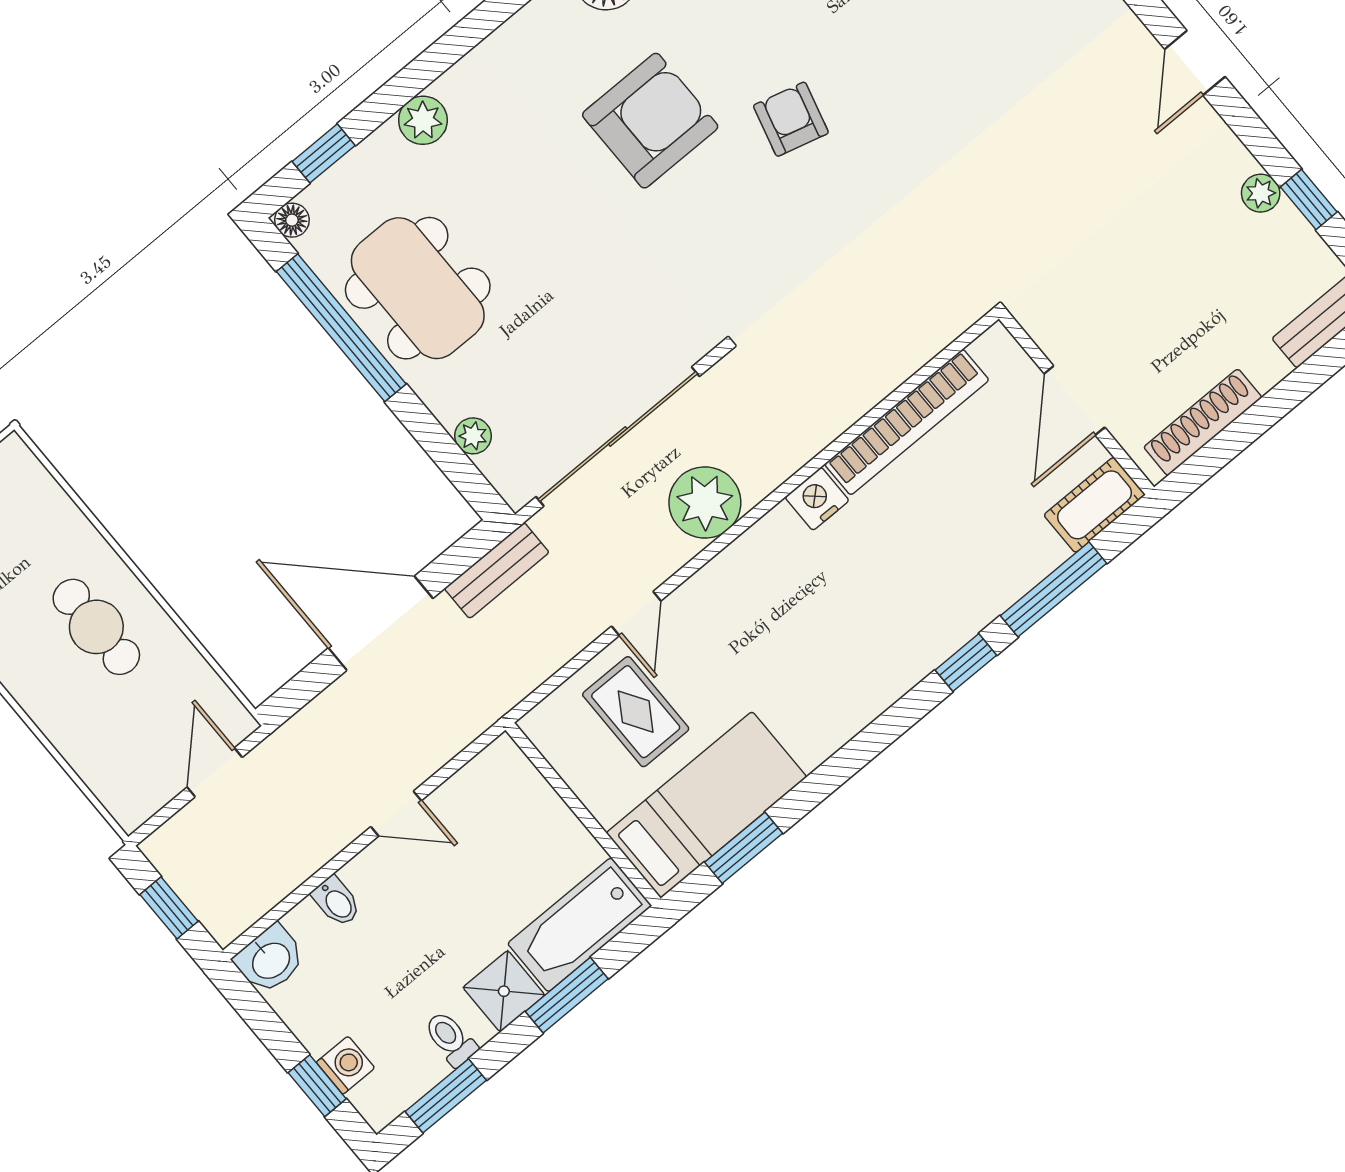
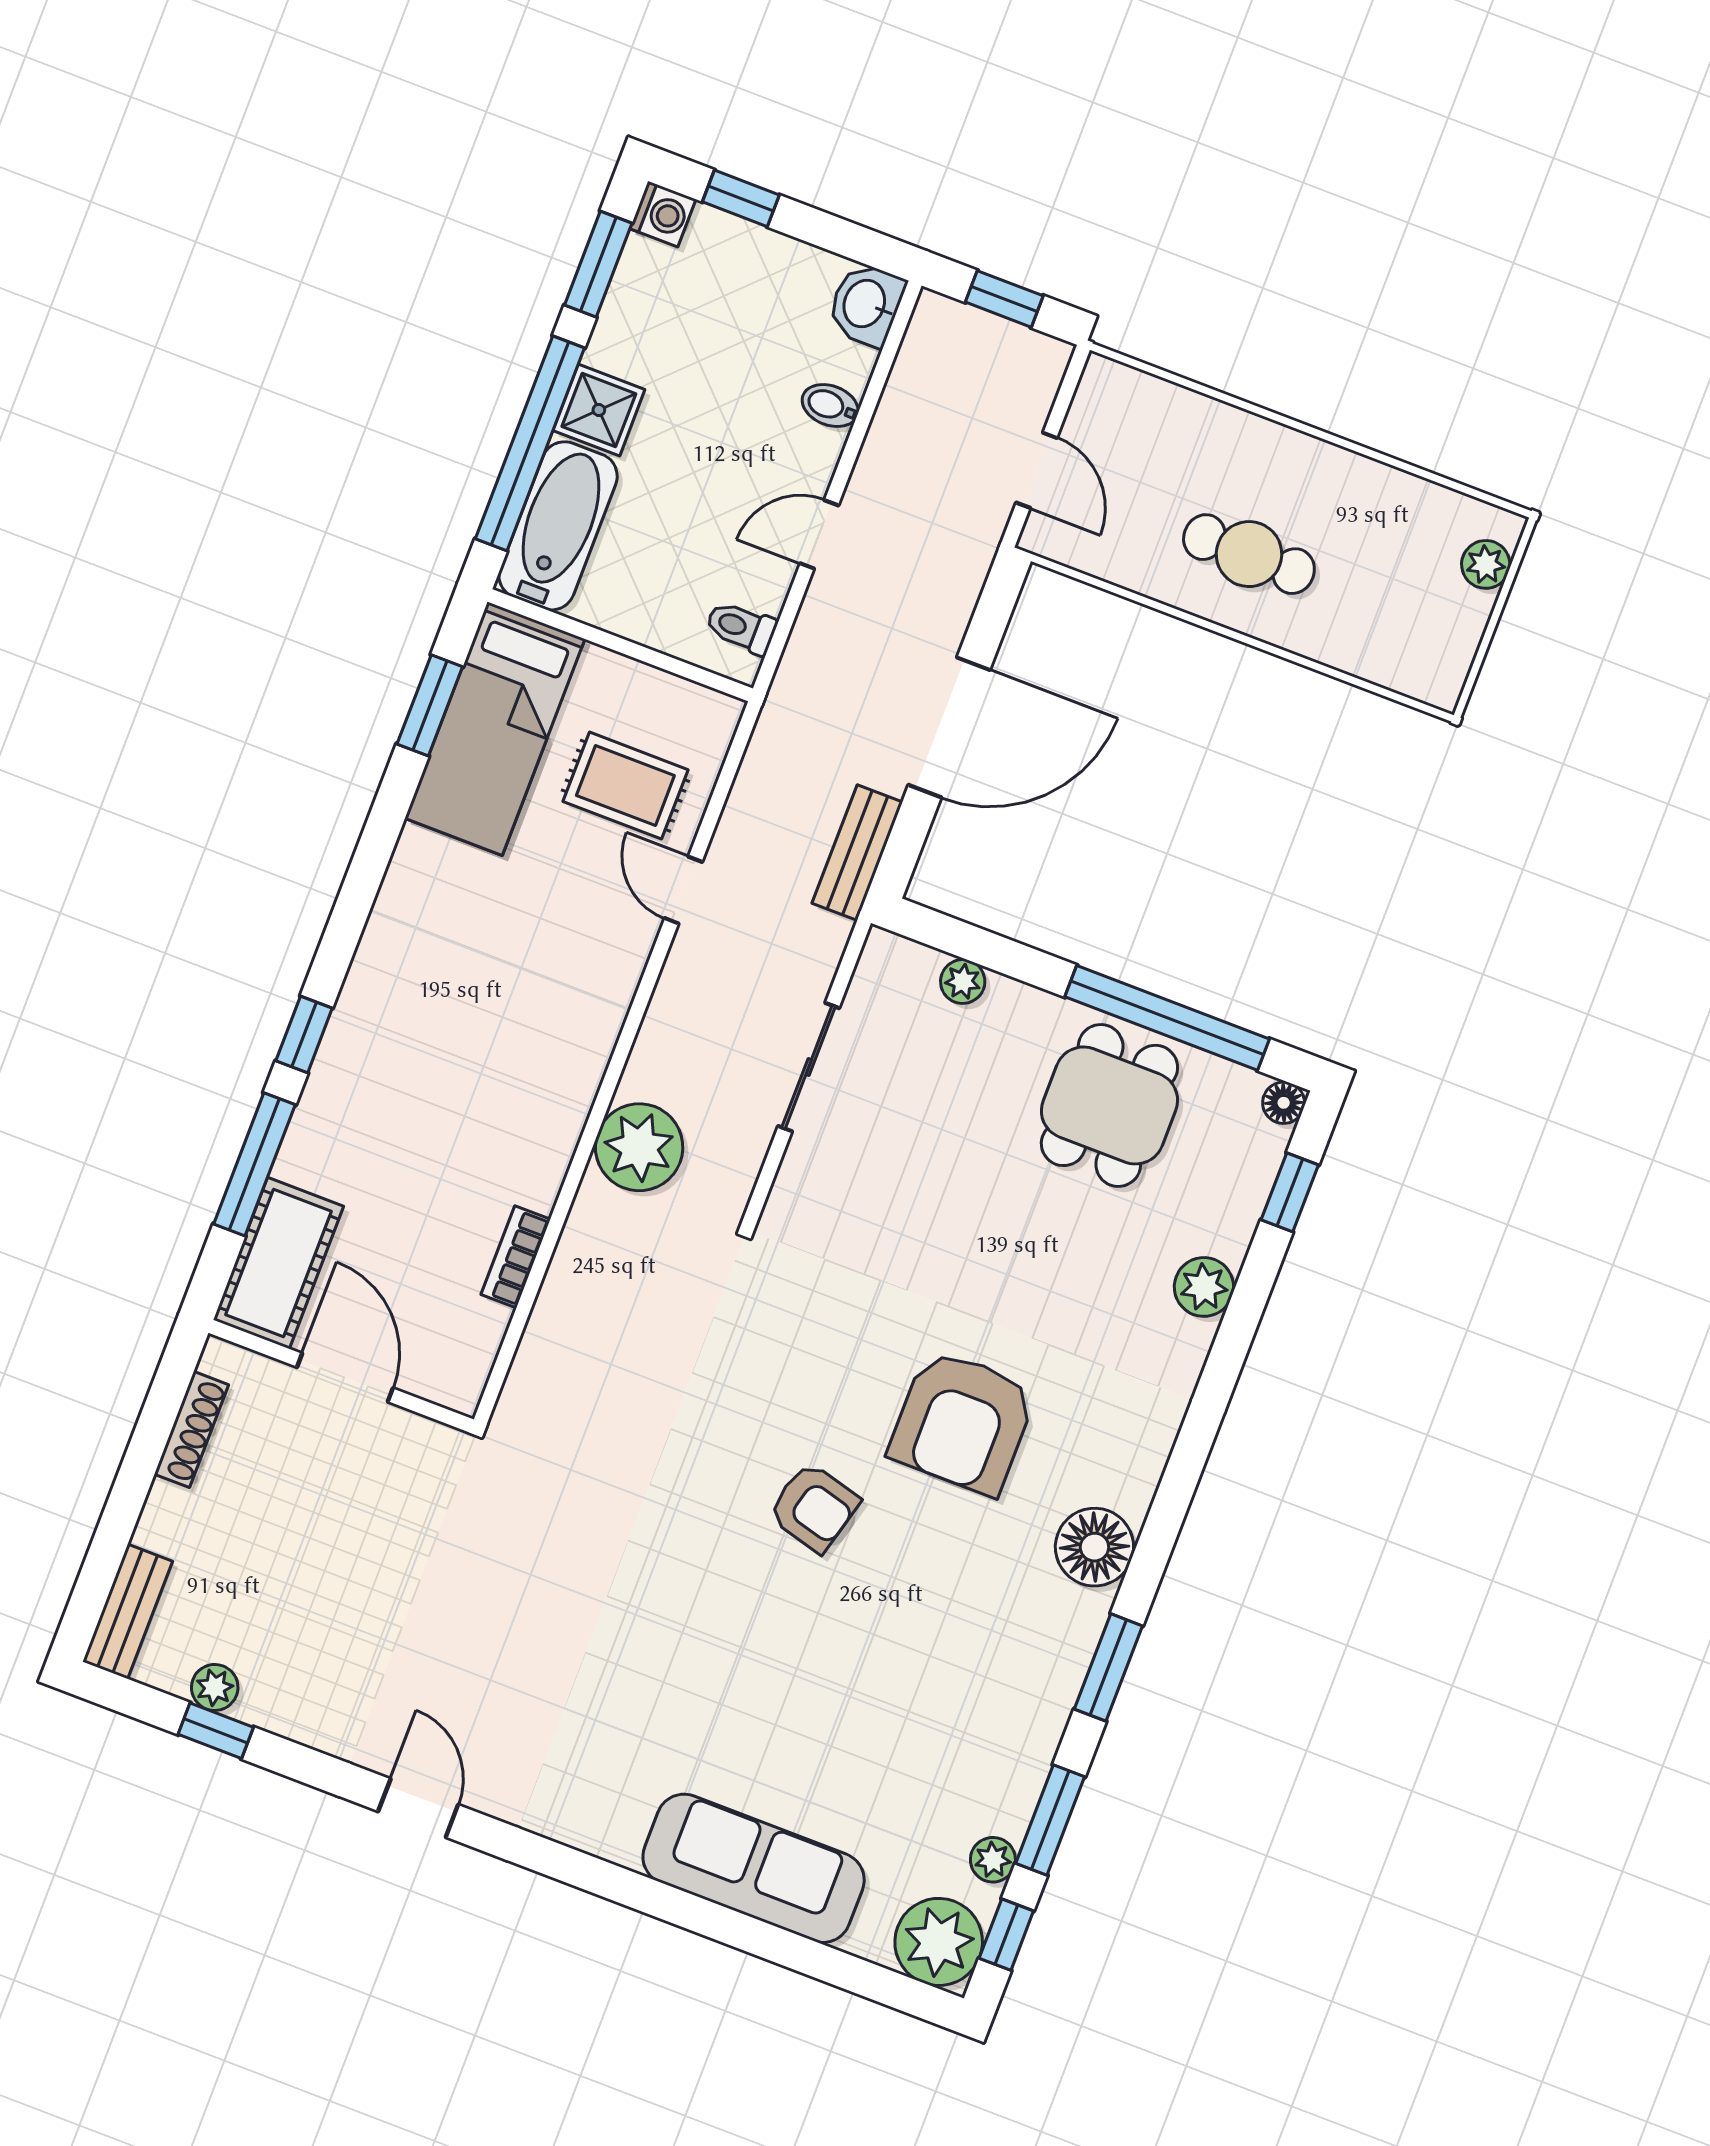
plant: (1261, 193) -> (215, 1687), moved
dining table: (418, 288) -> (1109, 1105), width x0.73
bookcase: (907, 422) -> (516, 1257), width x0.43, depth x0.76
shoe rack: (1203, 422) -> (191, 1429), width x0.74, depth x0.81
sliding door: (618, 437) -> (809, 1067), width x0.54
nightstand: (817, 499) -> (560, 1120), removed
plant: (705, 503) -> (639, 1147), moved
cot: (1094, 505) -> (278, 1263), width x1.37, depth x1.34
window: (567, 995) -> (530, 443), width x2.11
toilet: (451, 1039) -> (741, 627), moved, turned 180
washing machine: (345, 1065) -> (663, 214), moved, turned -90

